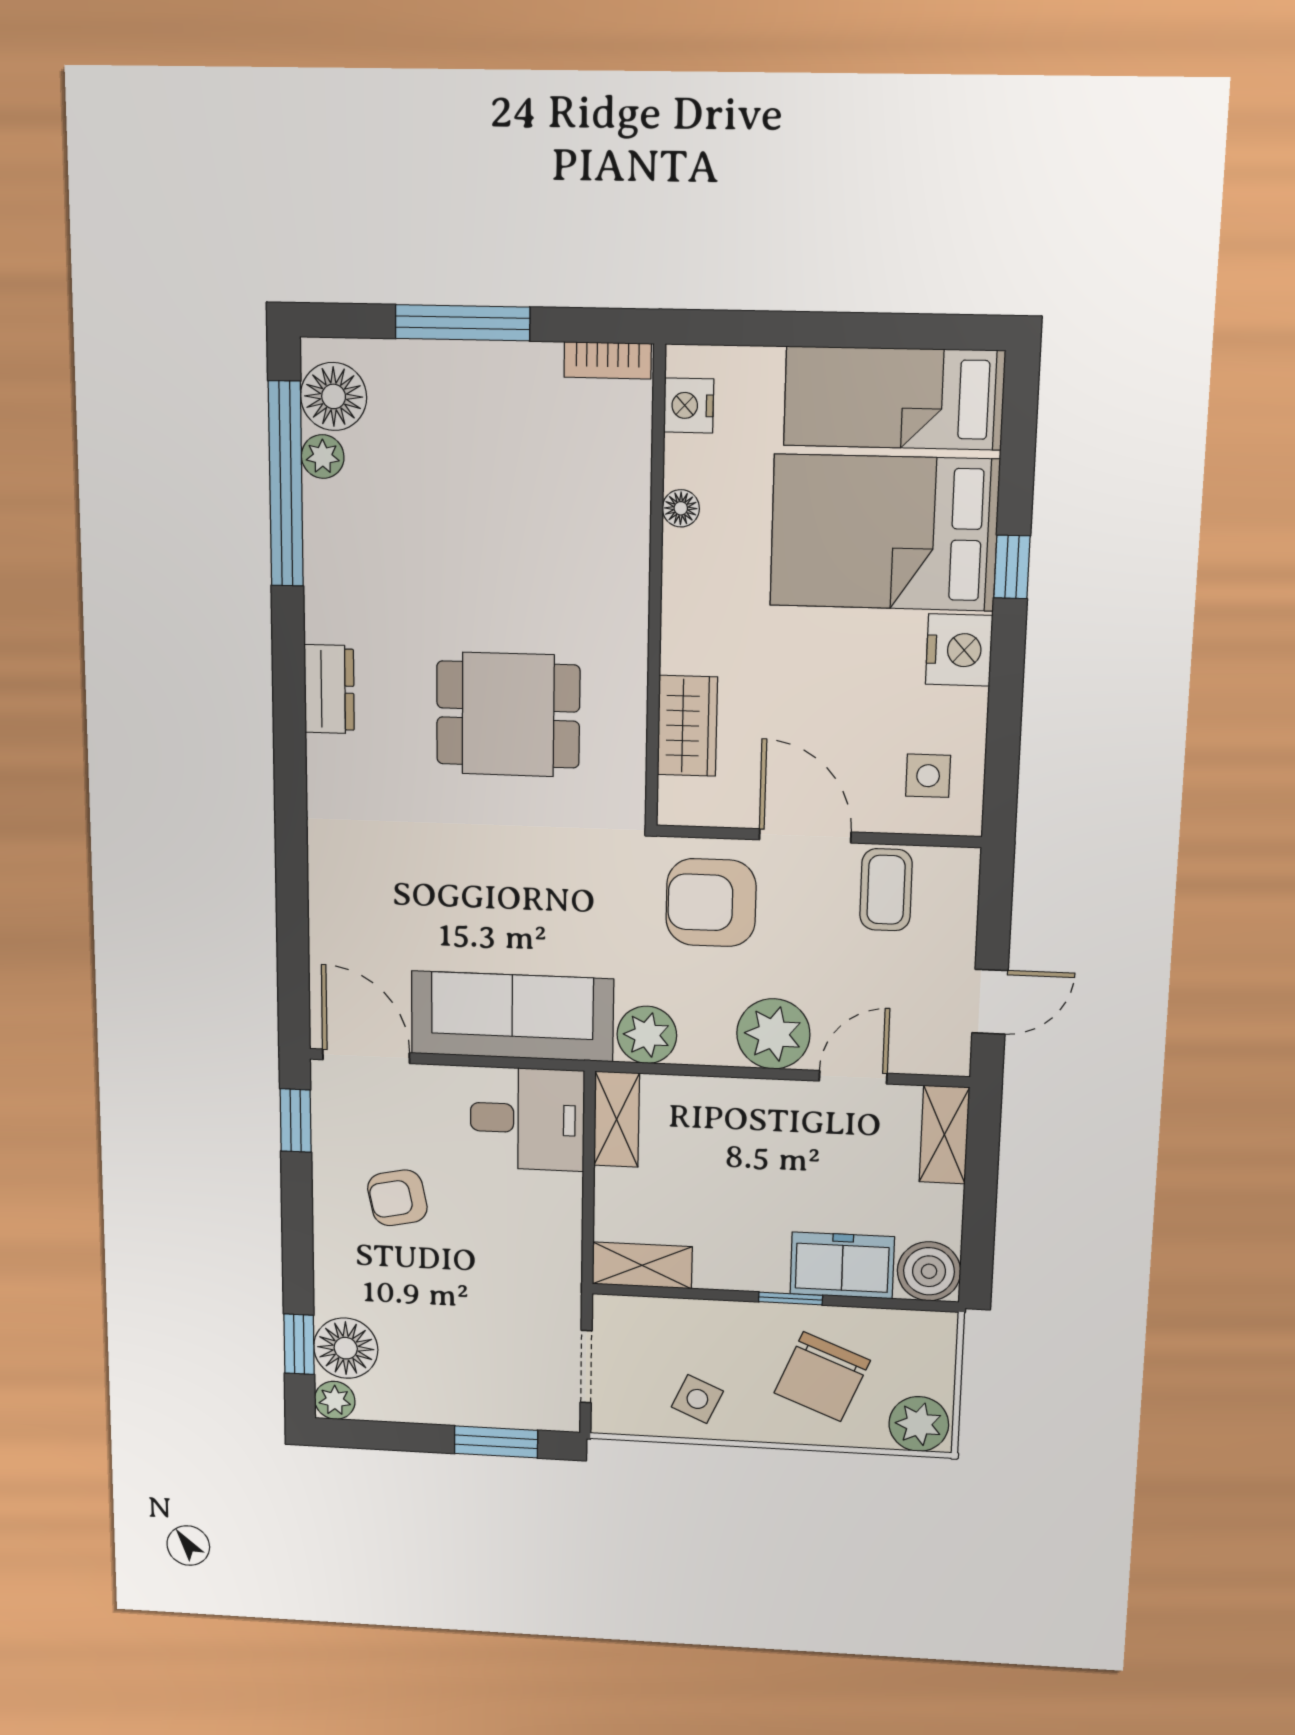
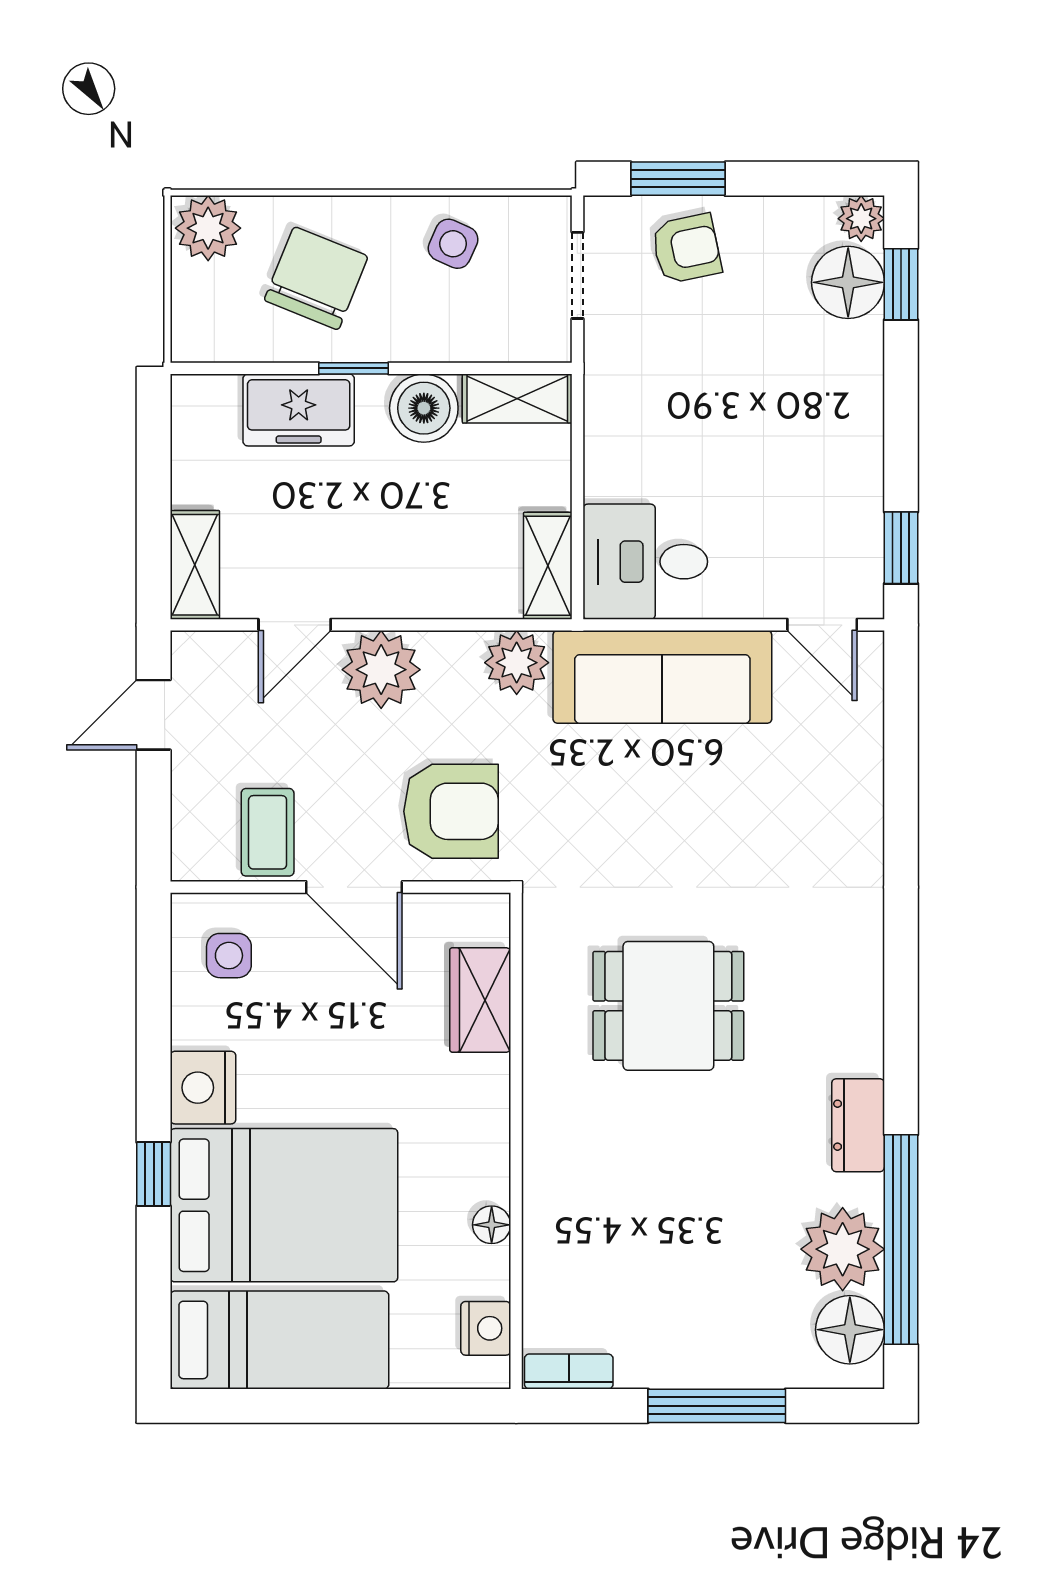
plant: (323, 456) -> (843, 1249), width x1.88, depth x1.88
dresser: (329, 689) -> (858, 1125), moved
door: (366, 1056) -> (822, 625), width x0.73
armchair: (397, 1198) -> (686, 249), moved
boiler: (929, 1271) -> (424, 408), moved

